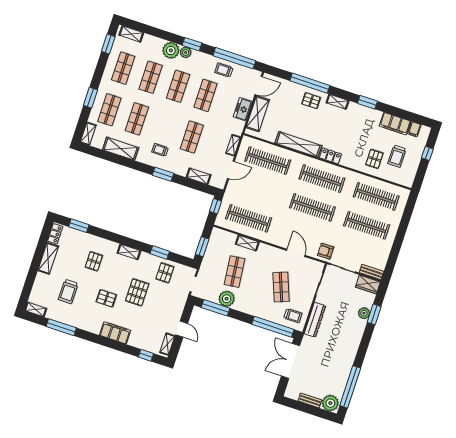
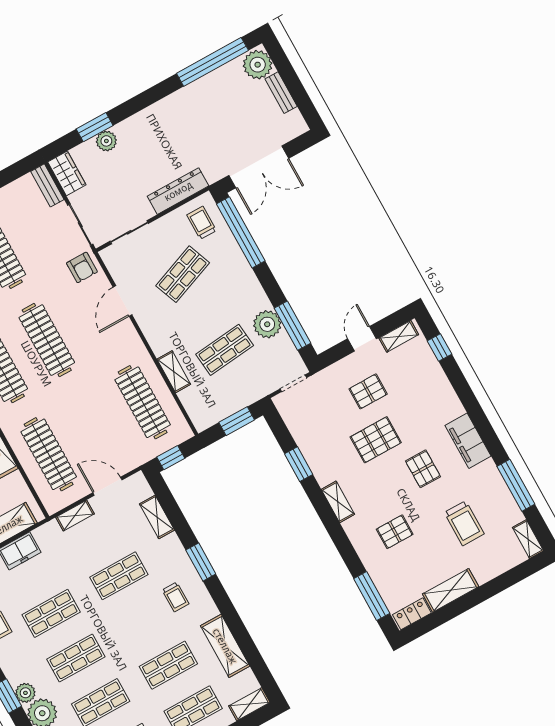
window: (79, 226) -> (372, 596), width x1.44
pallet: (165, 273) -> (368, 391), moved
trolley: (68, 292) -> (464, 523), turned 90
filing cabinet: (115, 333) -> (468, 441), moved

